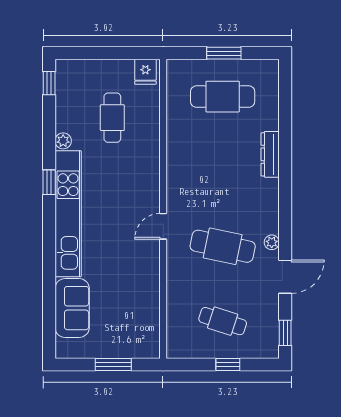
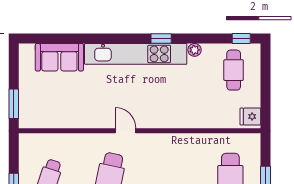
cafe table: (112, 118) -> (234, 70), moved, turned 90
window: (113, 365) -> (14, 104), moved

